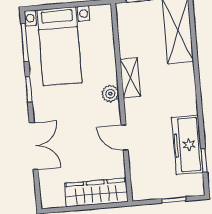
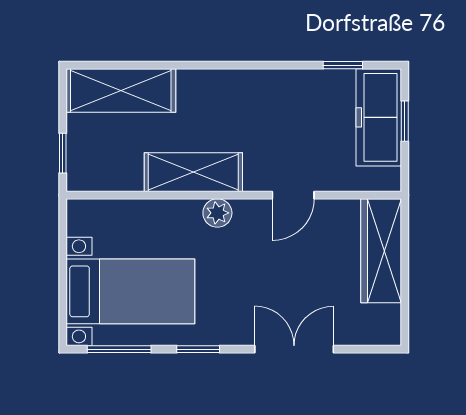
shelving: (130, 78) -> (193, 172), width x1.50, depth x1.33
freezer: (187, 145) -> (379, 117), moved, turned 90

